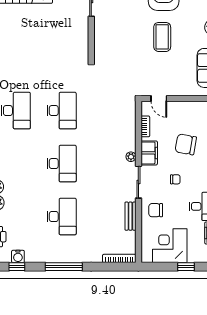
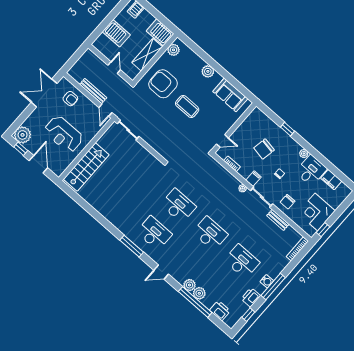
filing cabinet: (149, 153) -> (254, 179), width x0.50
printer: (35, 255) -> (251, 297), added
water cooler: (18, 256) -> (267, 281), moved
window: (186, 267) -> (323, 230), moved

